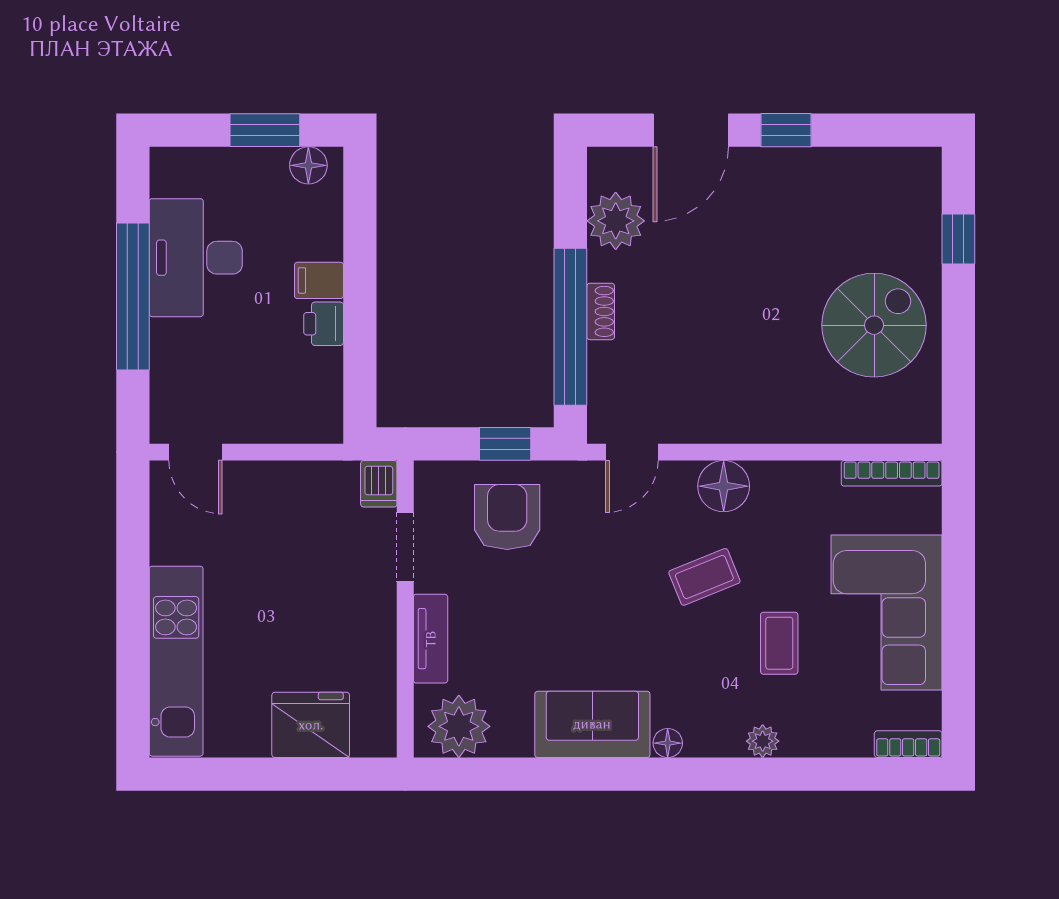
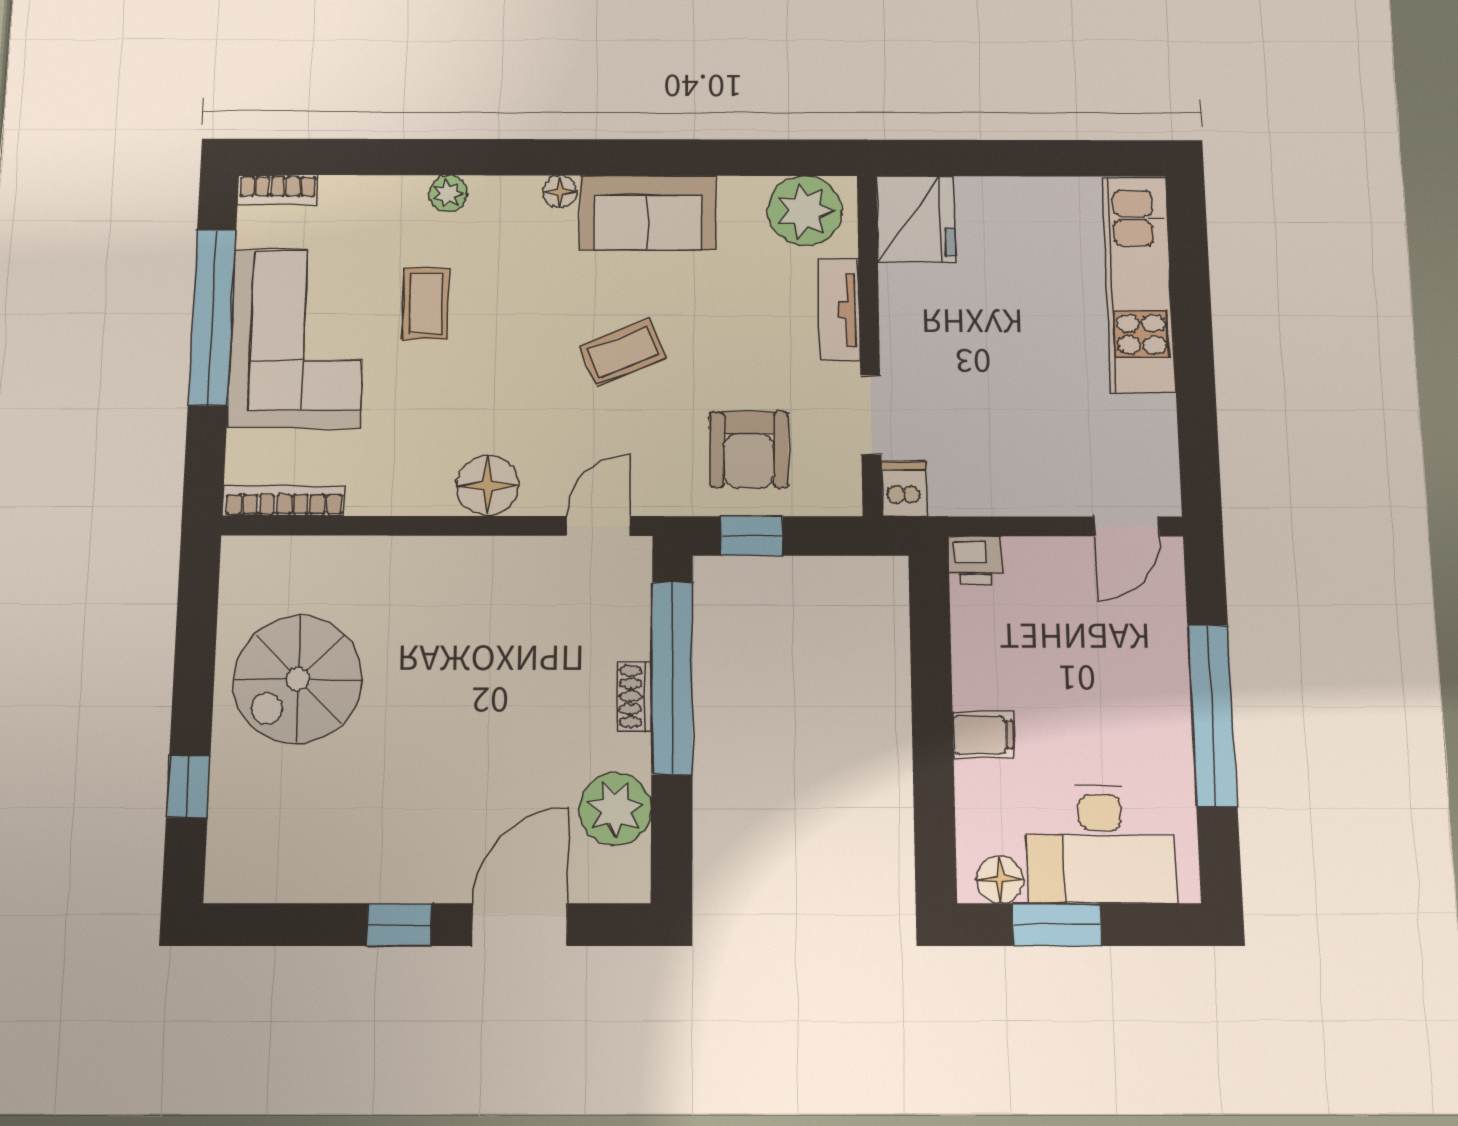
desk: (196, 258) -> (1101, 844), moved, turned 90
printer: (324, 324) -> (975, 560), moved, turned 90
door: (195, 452) -> (1127, 526), swing flipped
coffee table: (704, 577) -> (623, 352), moved
window: (958, 631) -> (212, 317), added
fridge: (311, 725) -> (916, 219), moved, turned -90

